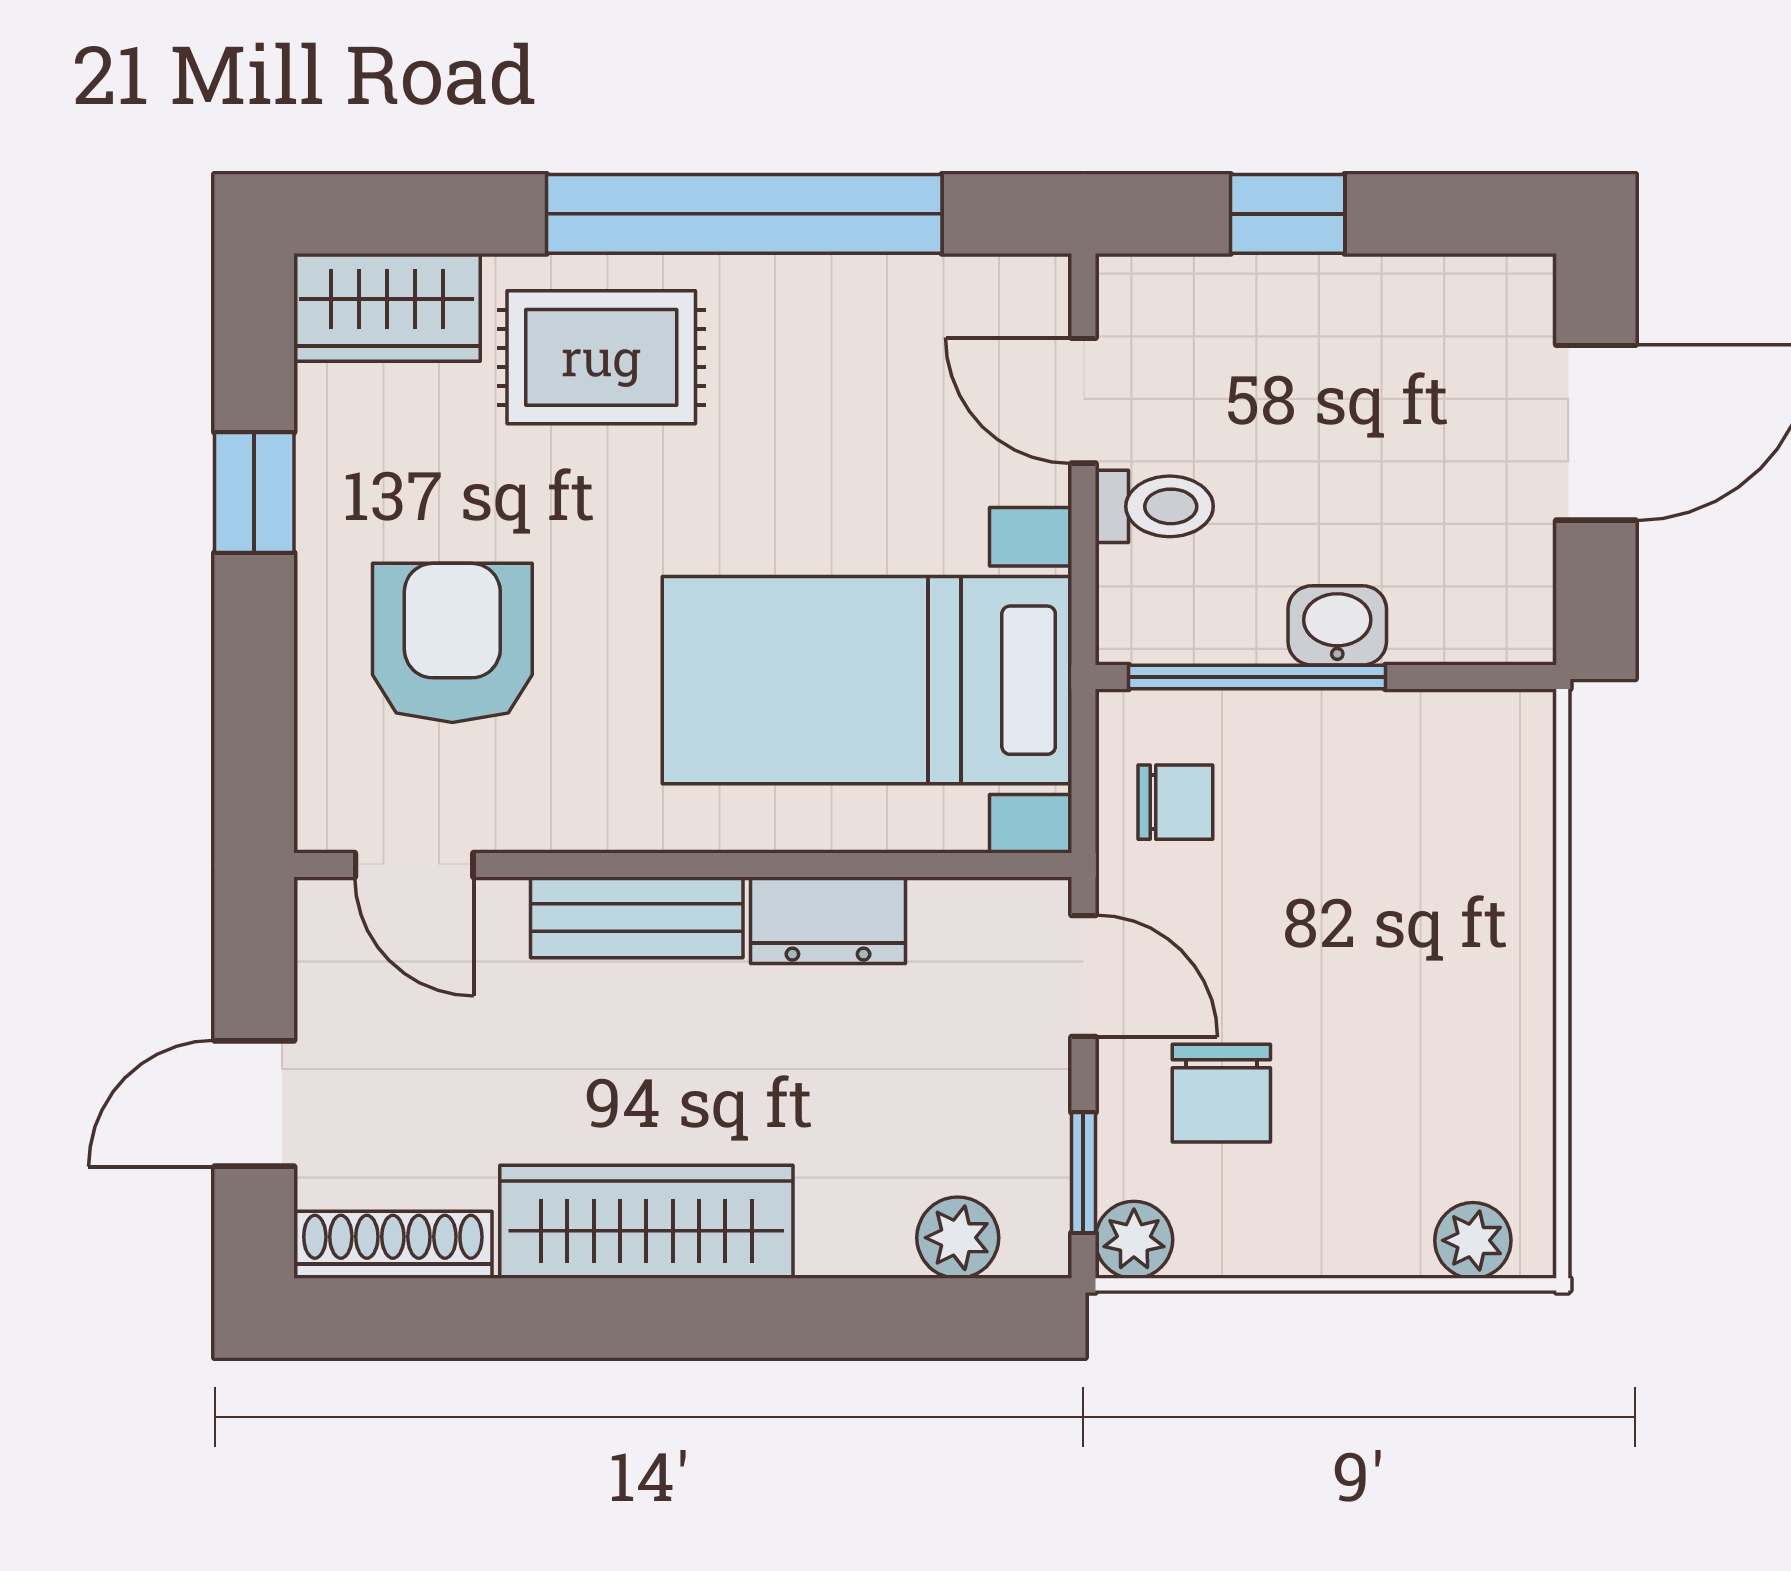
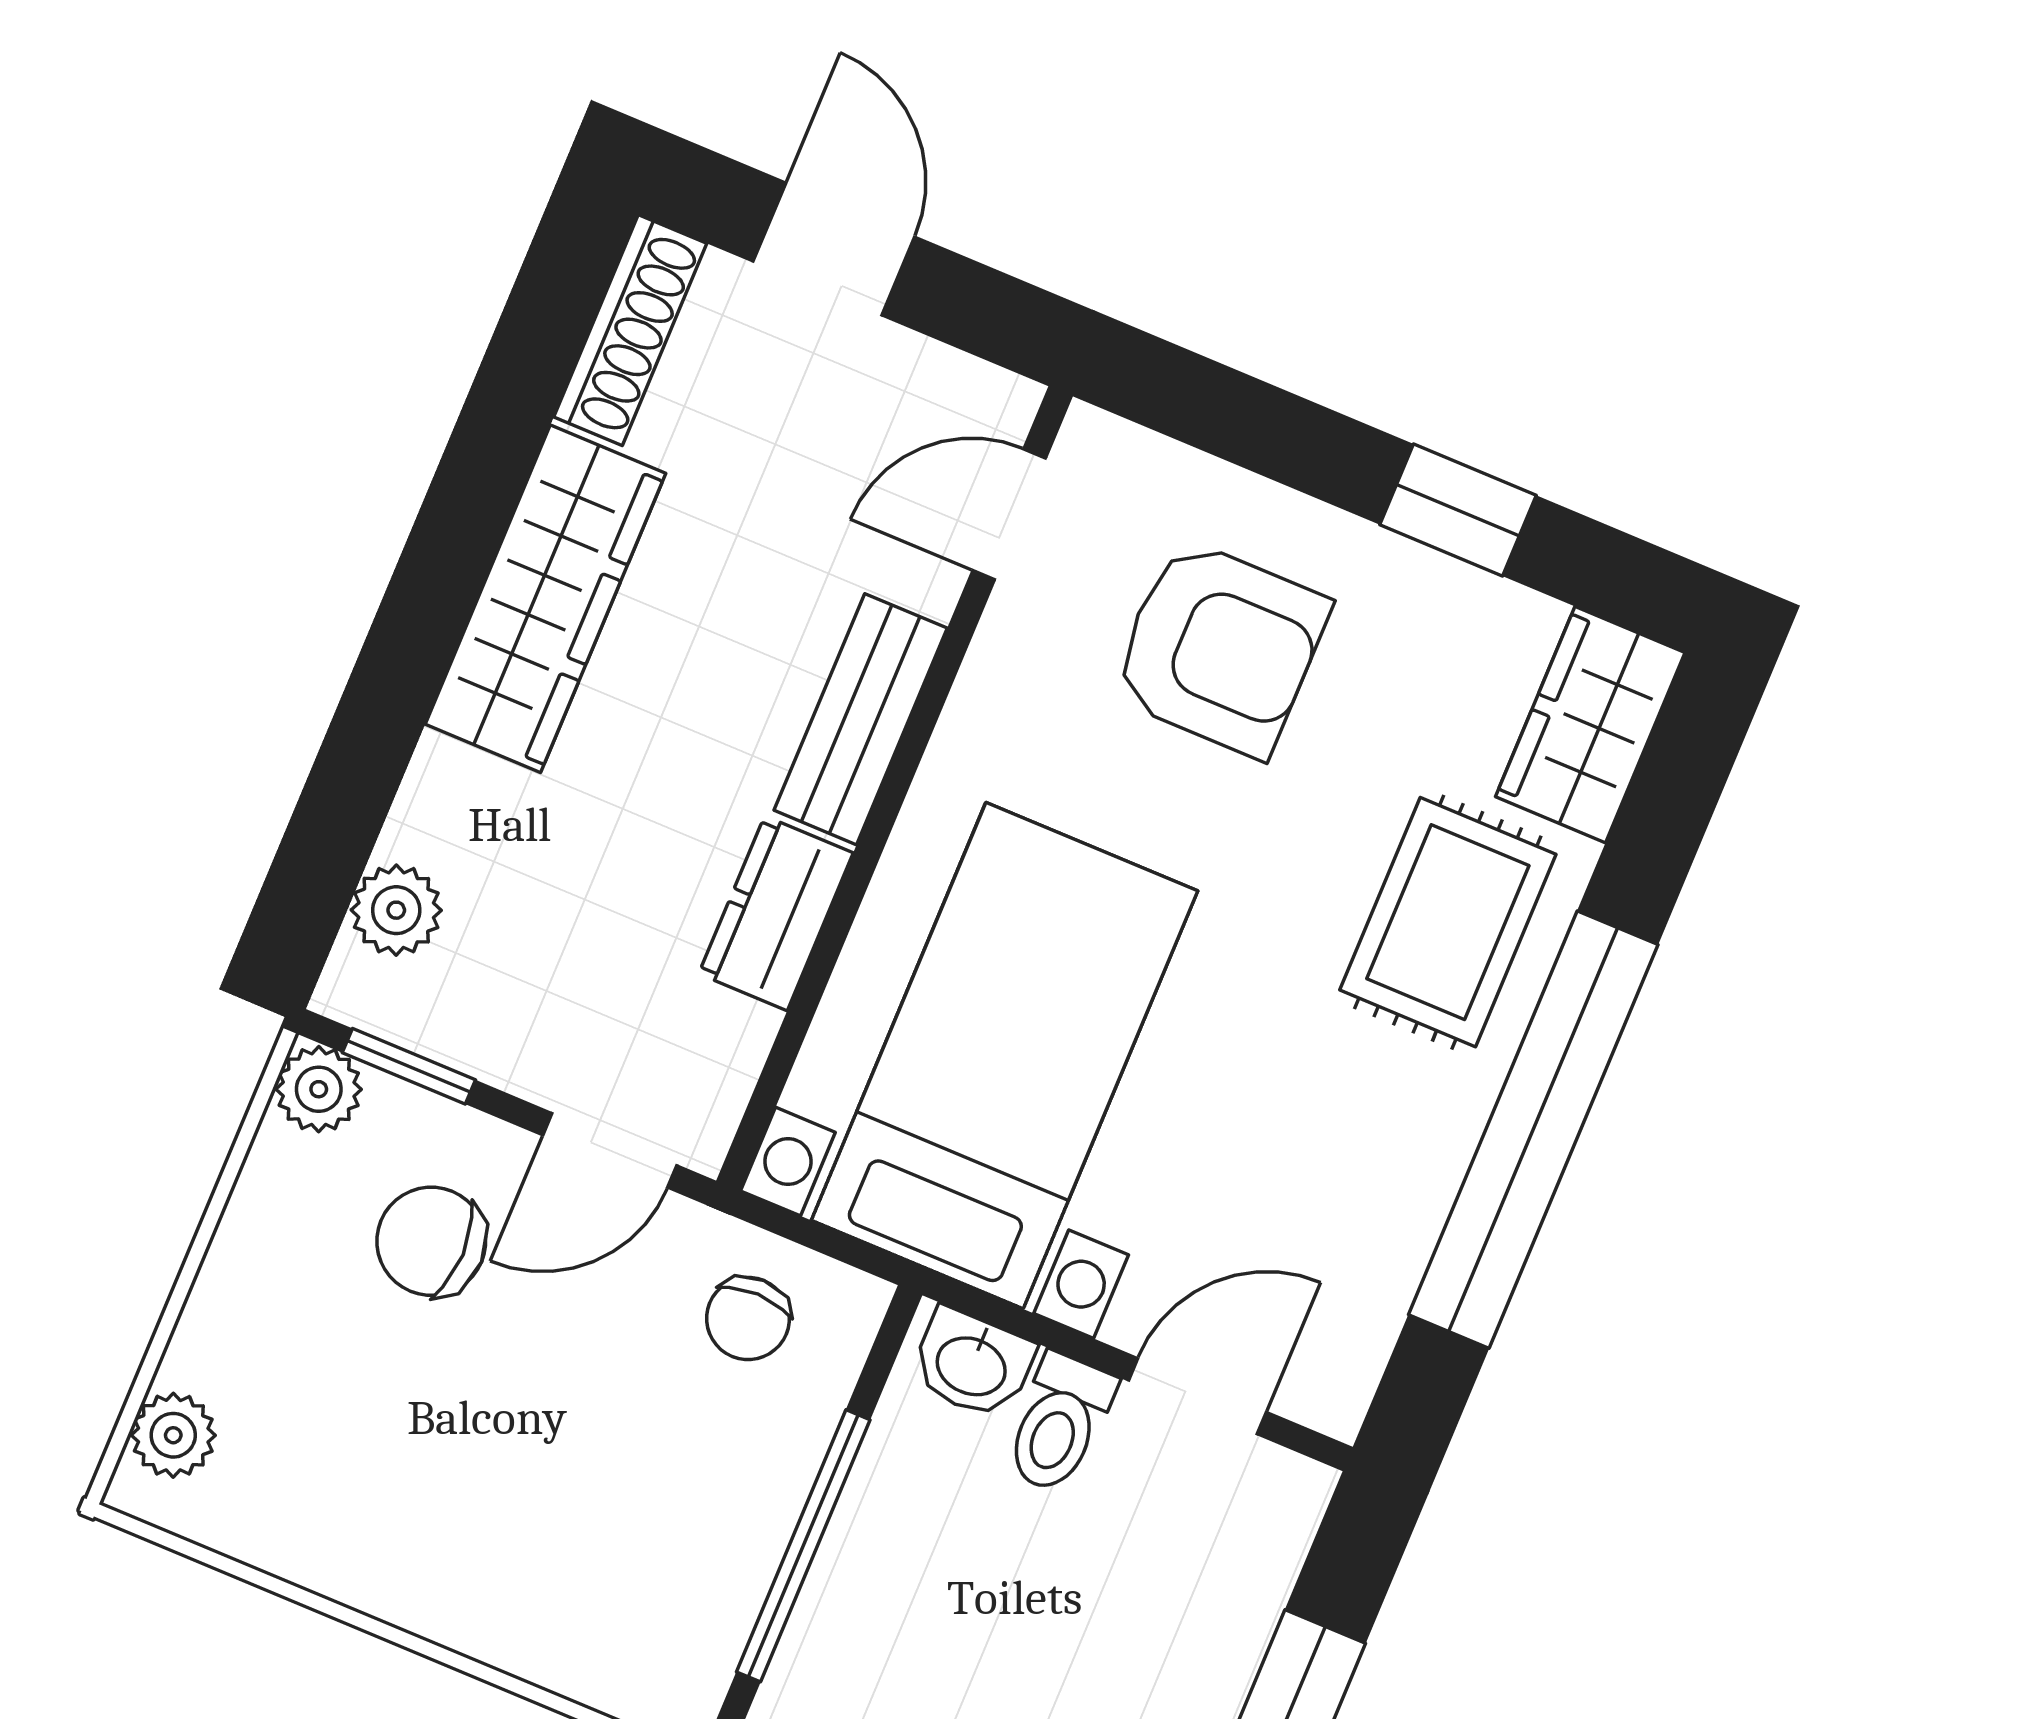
washbasin: (1337, 625) -> (972, 1364), moved, turned 90
window: (1257, 677) -> (803, 1546), moved

